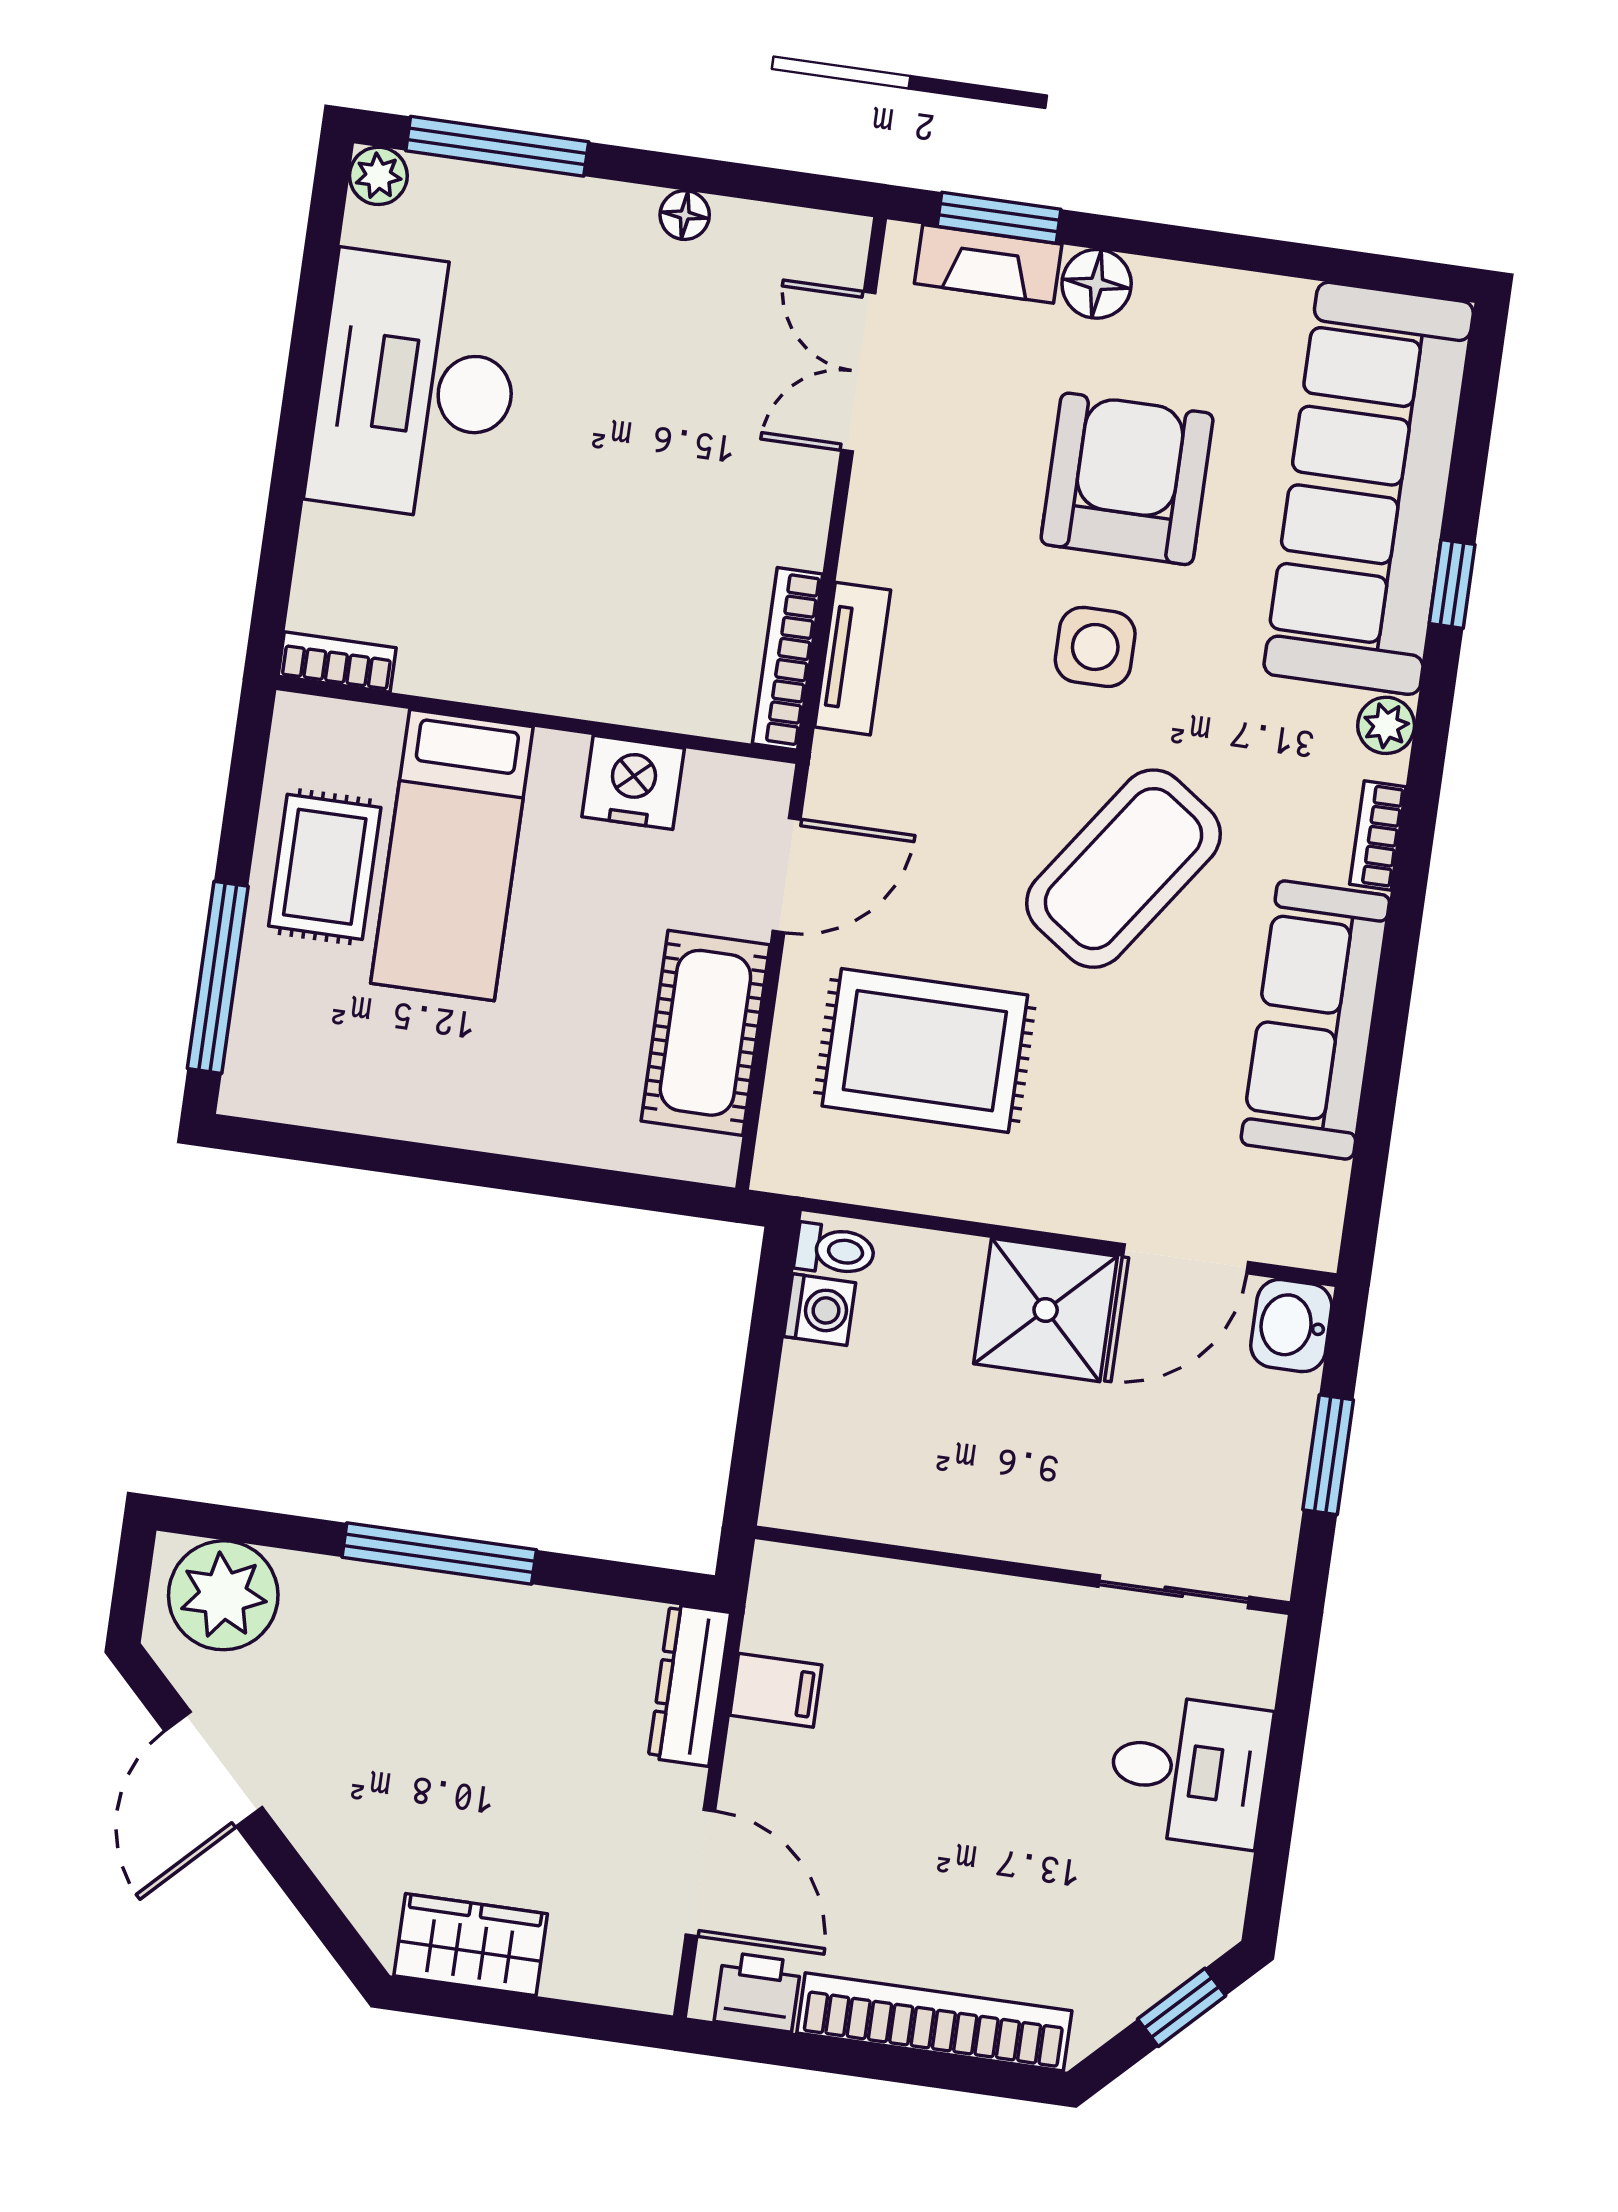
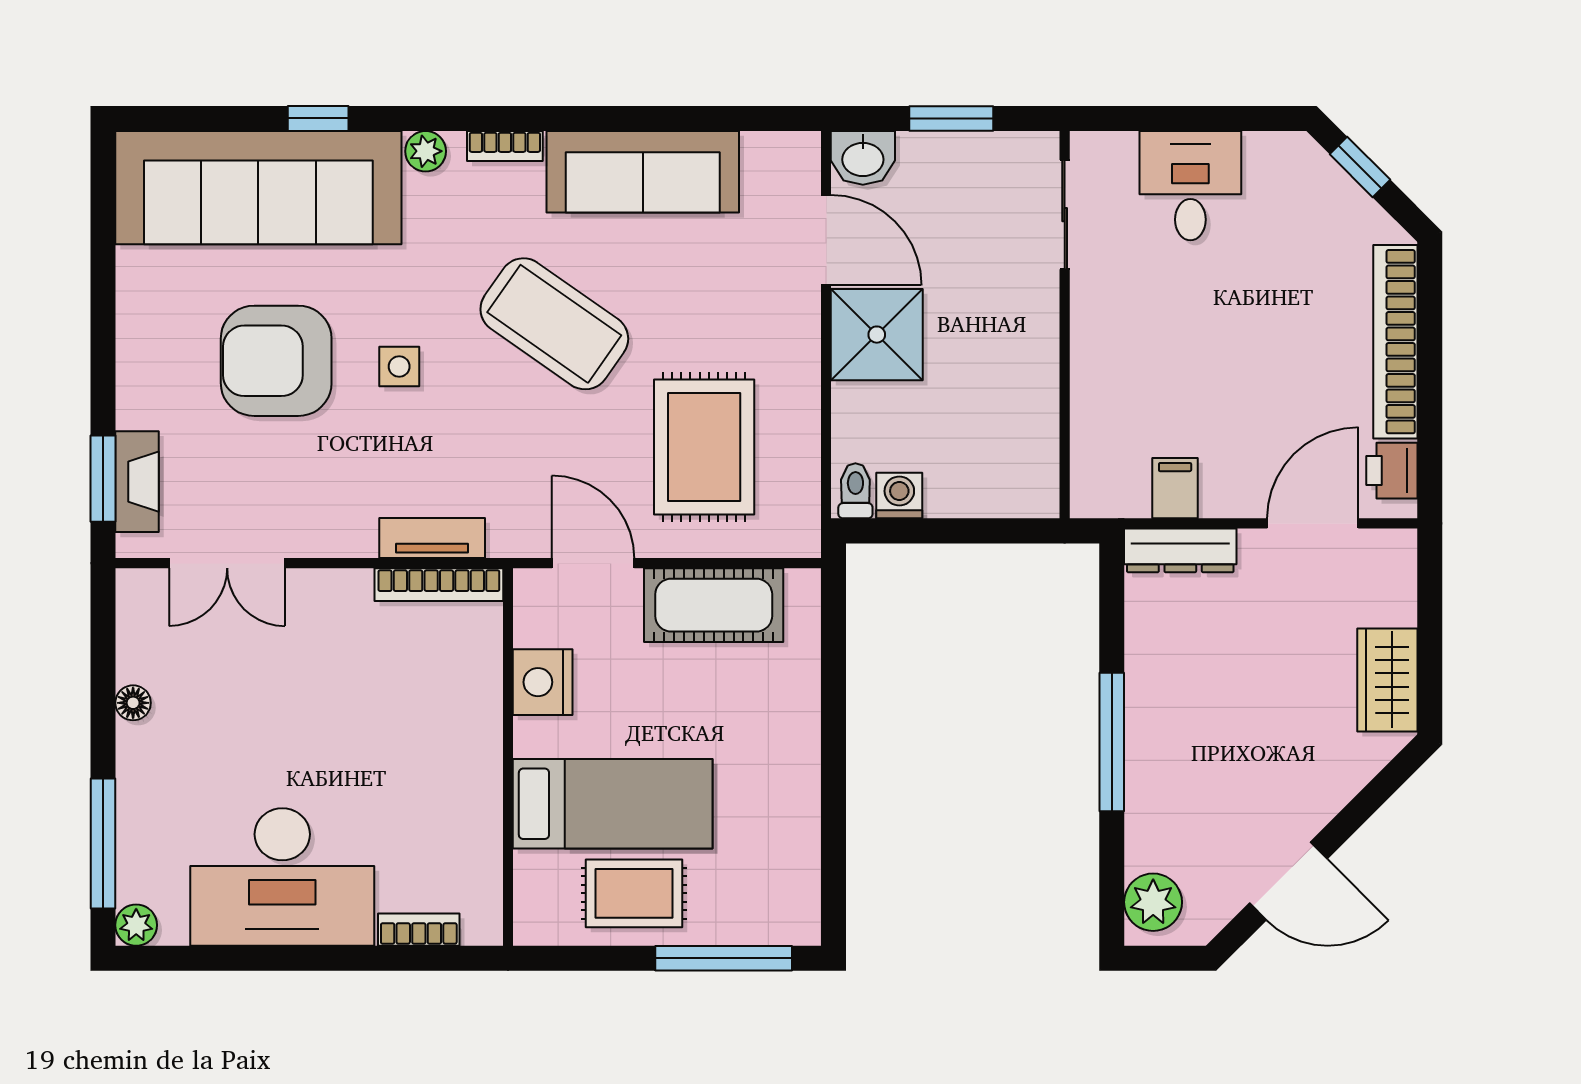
floor lamp: (1097, 284) -> (140, 402), removed
side table: (1095, 647) -> (399, 366), width x0.73, depth x0.73
bookcase: (337, 662) -> (419, 930), moved, turned 90
plant: (223, 1595) -> (1153, 902), width x0.73, depth x0.73

